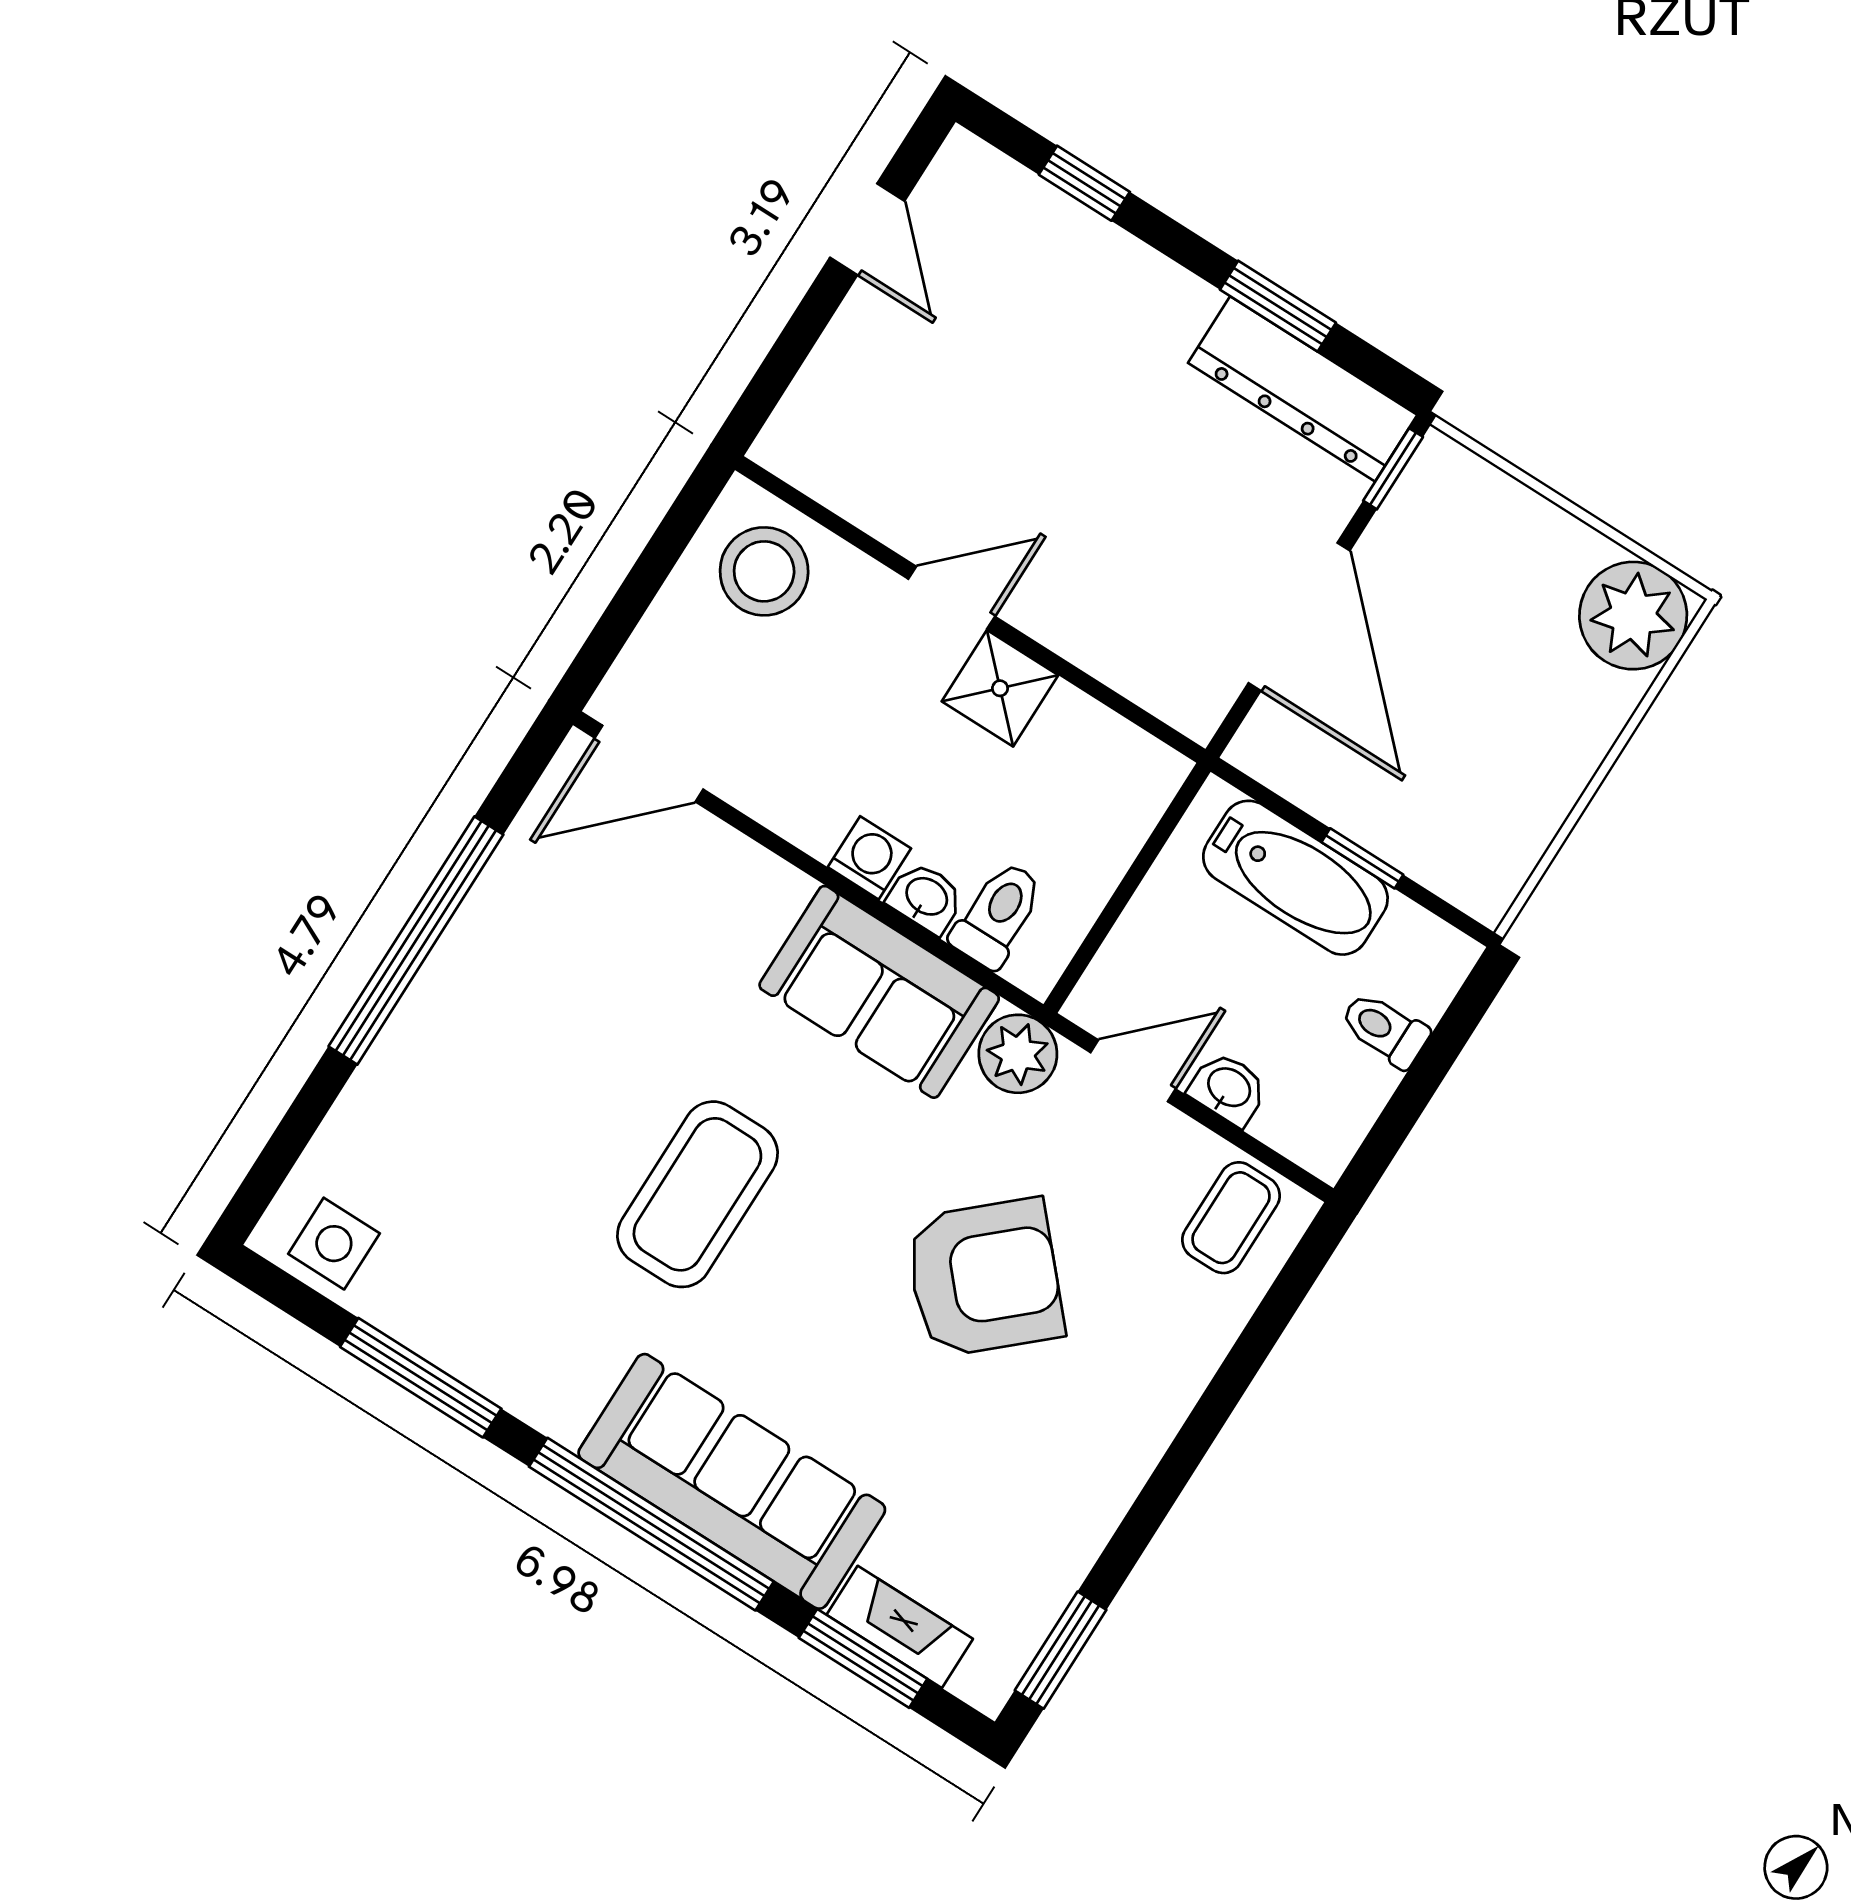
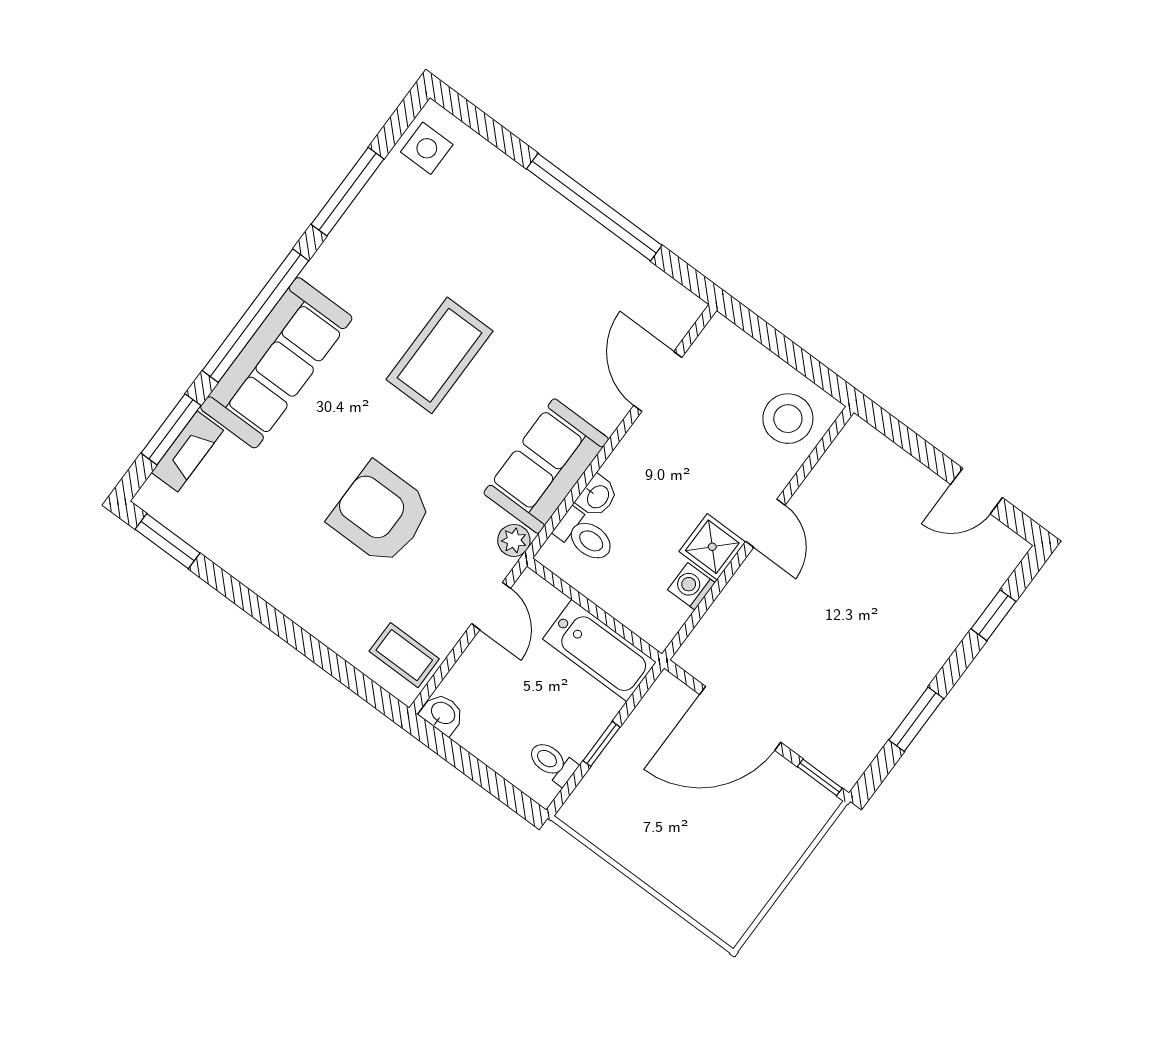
dresser: (1303, 389) -> (868, 730), removed
plant: (1633, 616) -> (727, 907), removed
door: (649, 764) -> (658, 381), moved
washing machine: (869, 858) -> (691, 586), moved, turned 180
bathtub: (1295, 878) -> (599, 650), moved, turned -90
toilet: (1385, 1029) -> (552, 763), moved, turned -90
plant: (1018, 1054) -> (514, 540), width x0.73, depth x0.73
washbasin: (1228, 1089) -> (443, 714), moved, turned -90
coffee table: (697, 1194) -> (440, 355), turned 90
armchair: (985, 1278) -> (381, 514), turned 132

